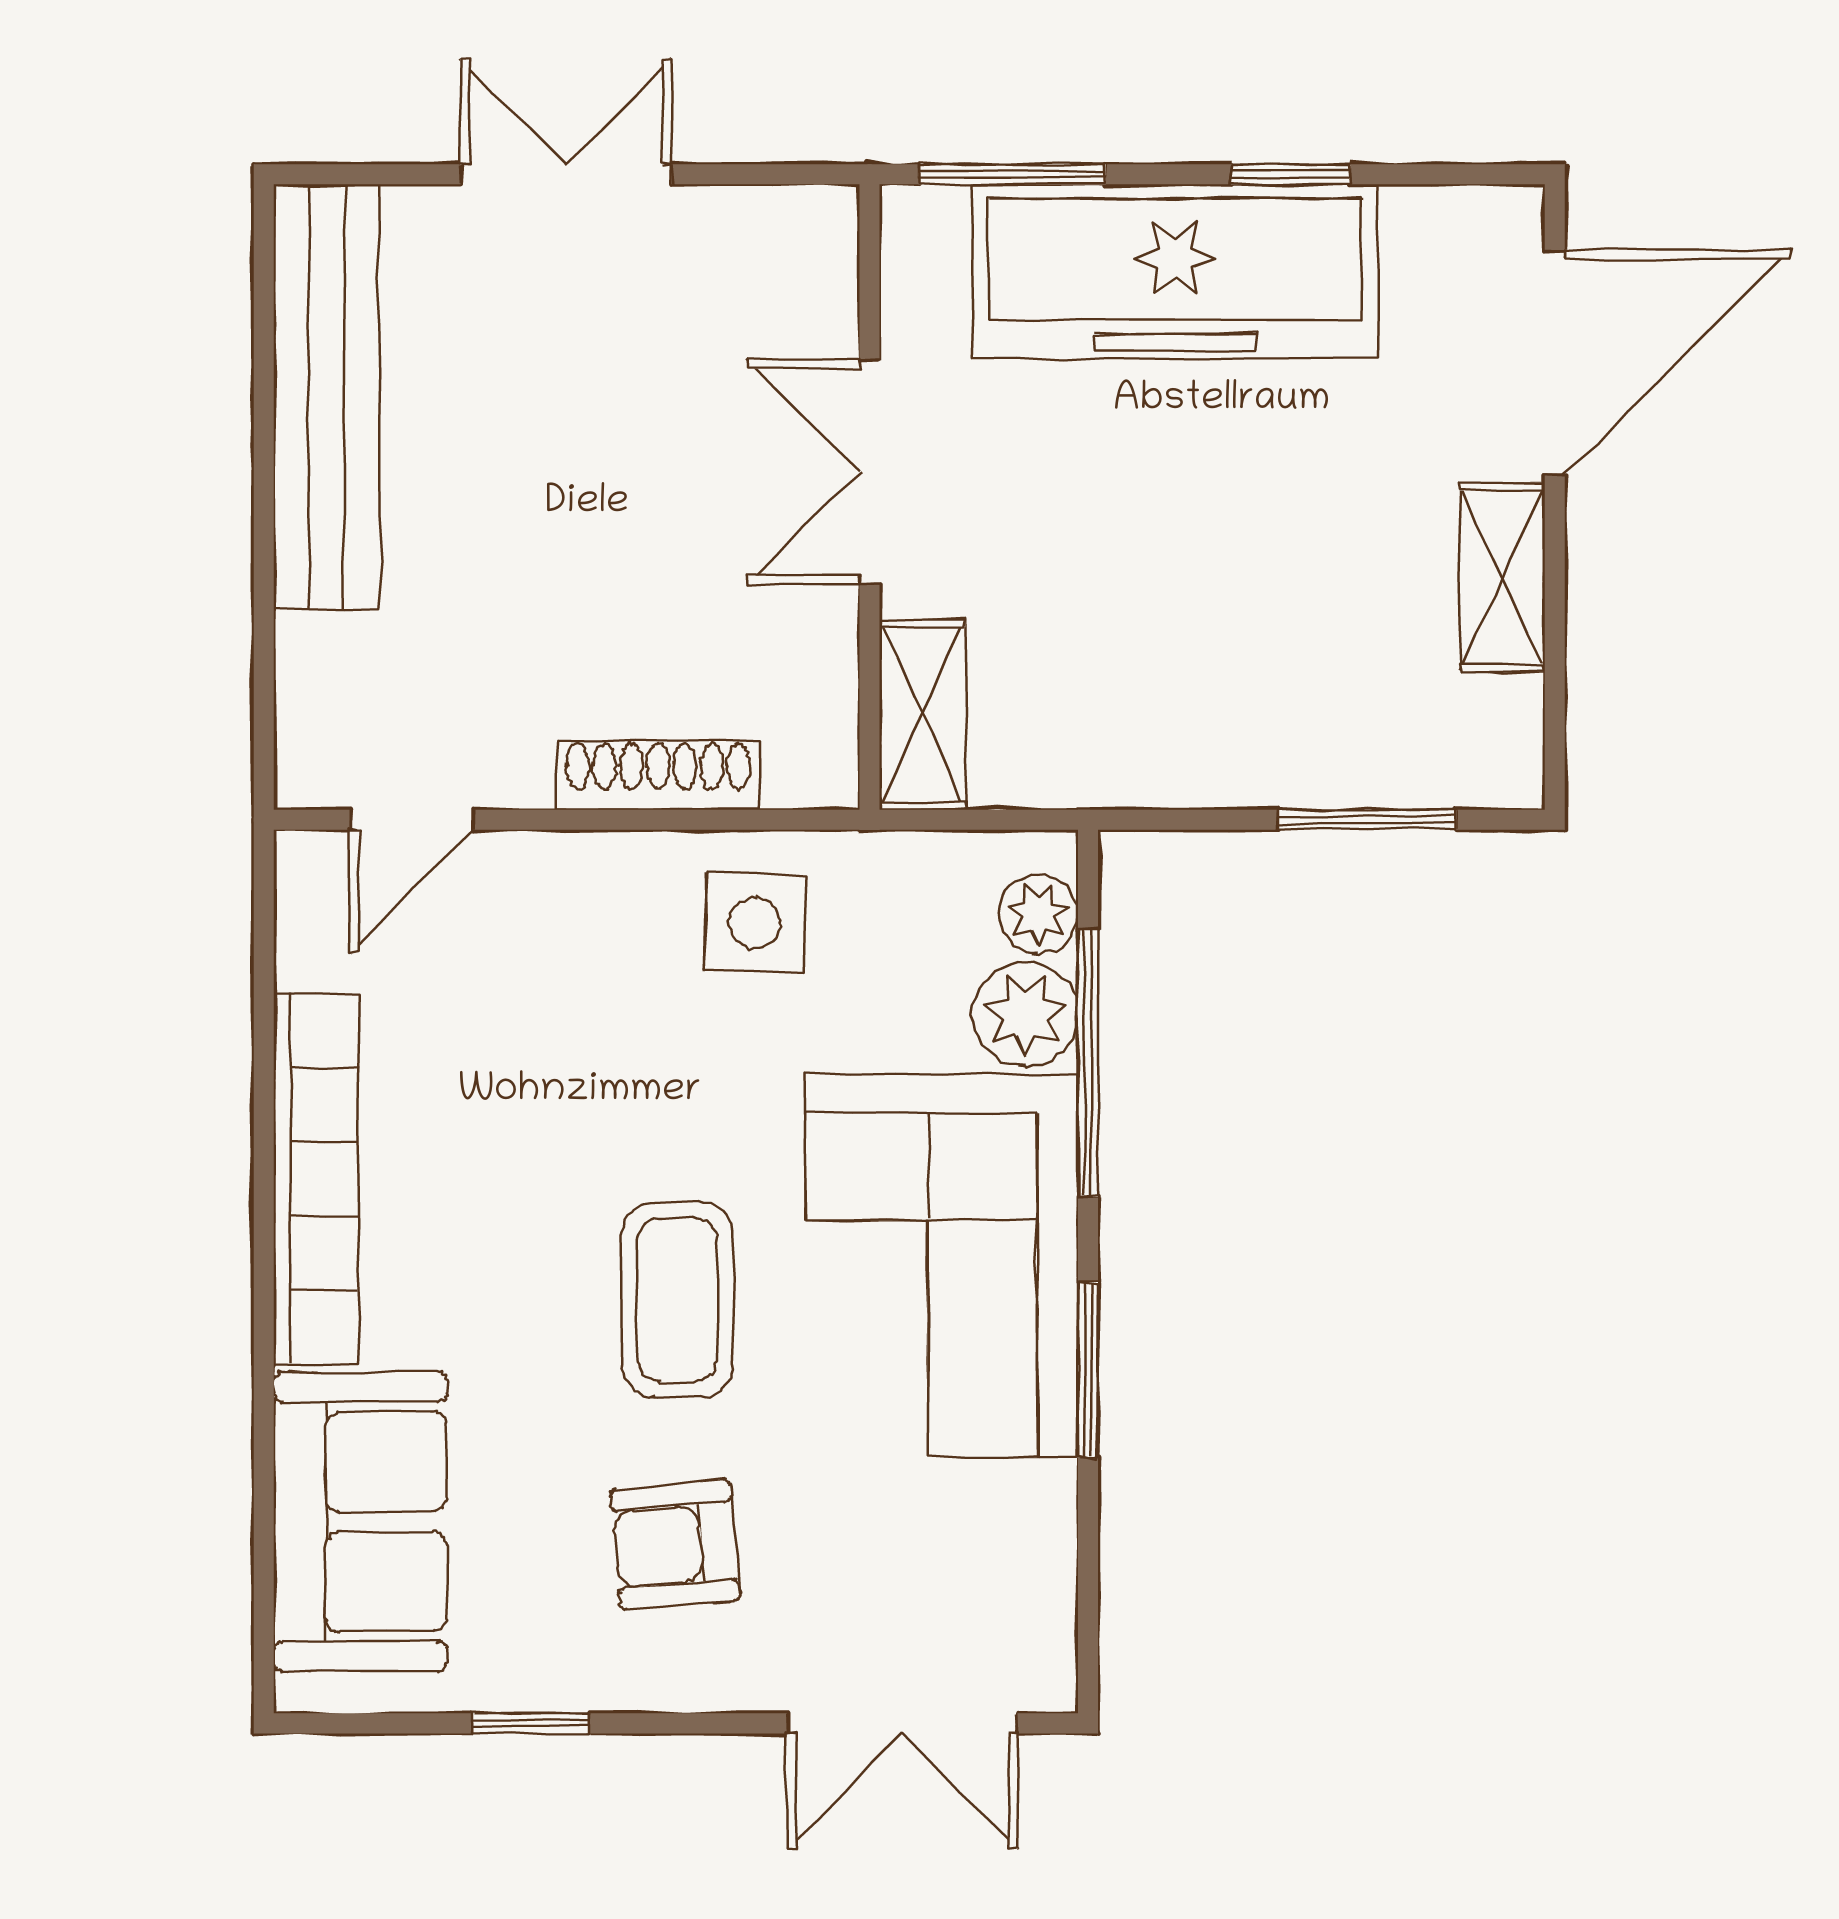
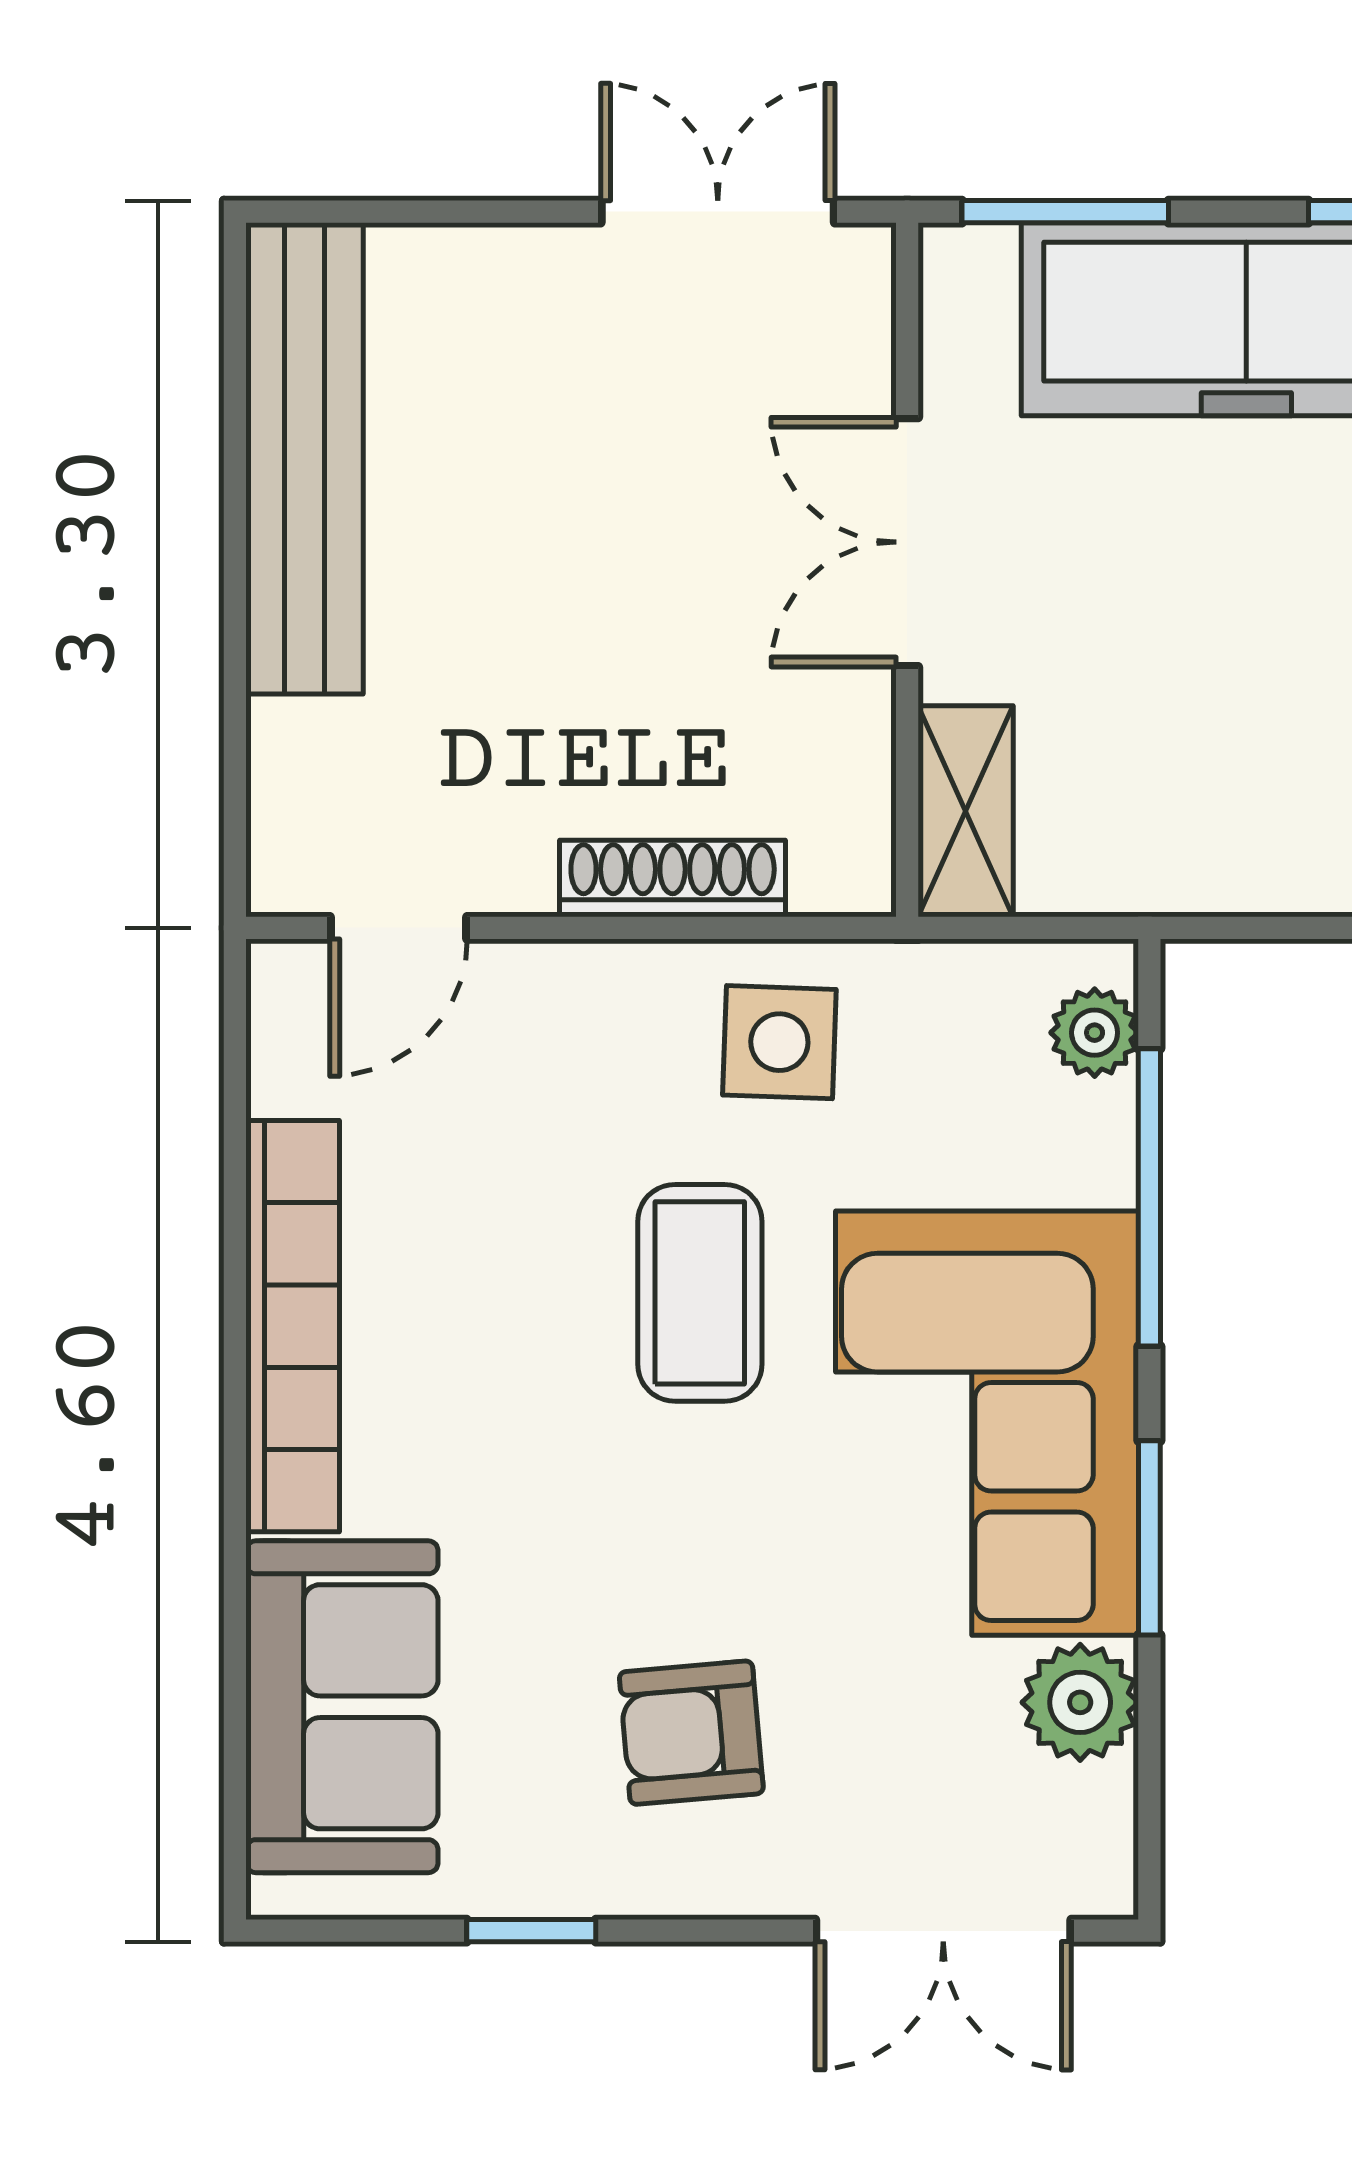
double door: (566, 174) -> (718, 212), moved
plant: (1026, 1014) -> (1080, 1702), moved
coffee table: (677, 1300) -> (700, 1293), moved

